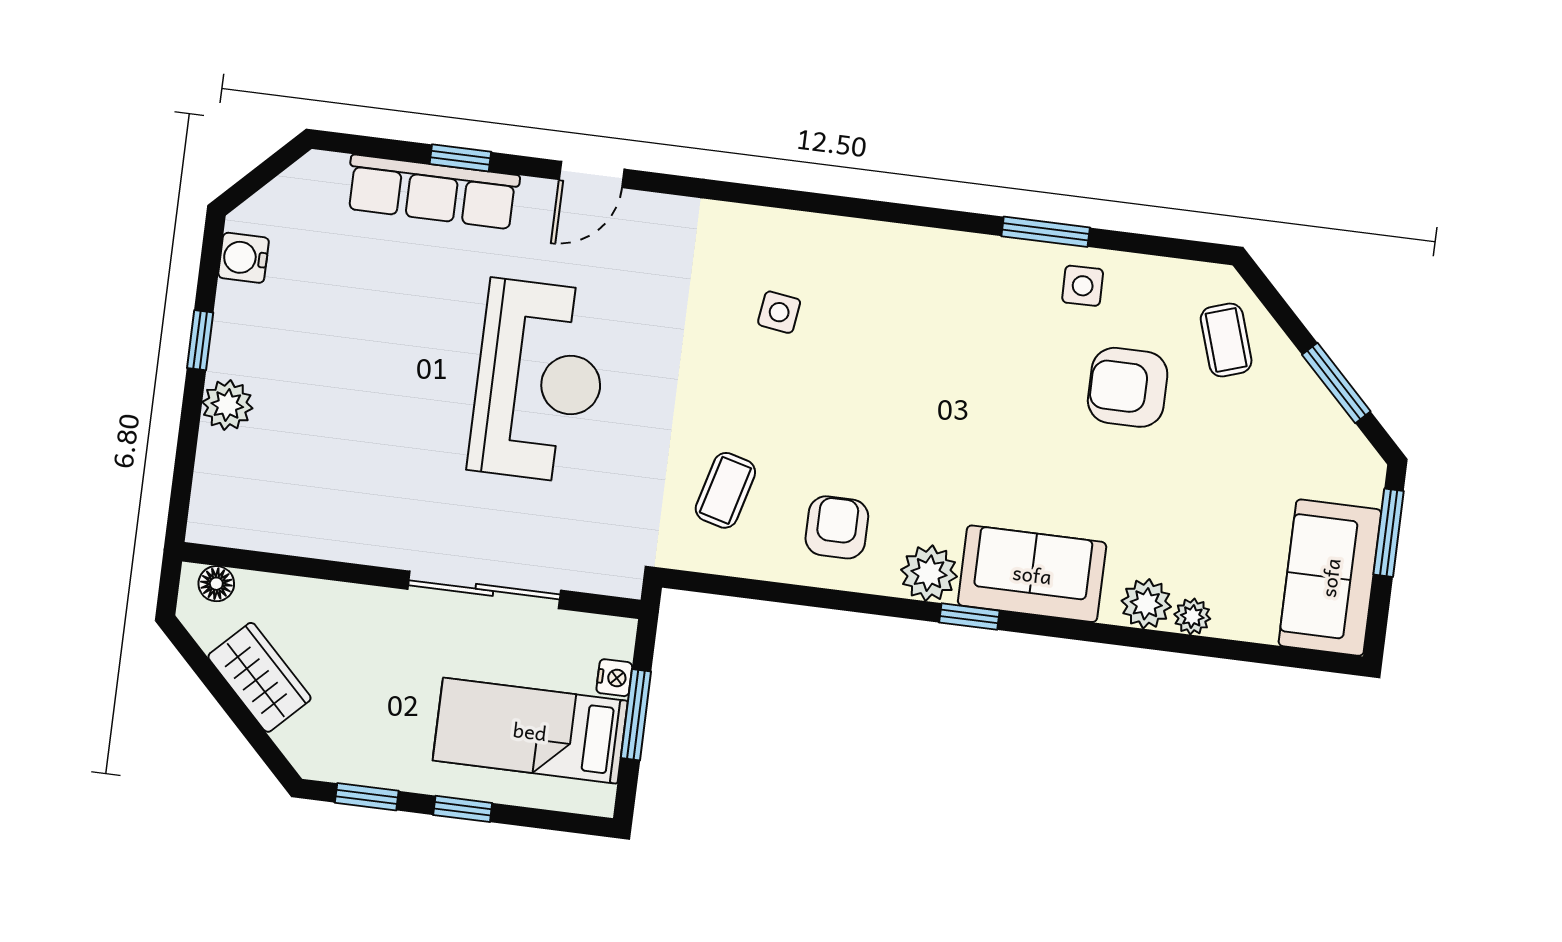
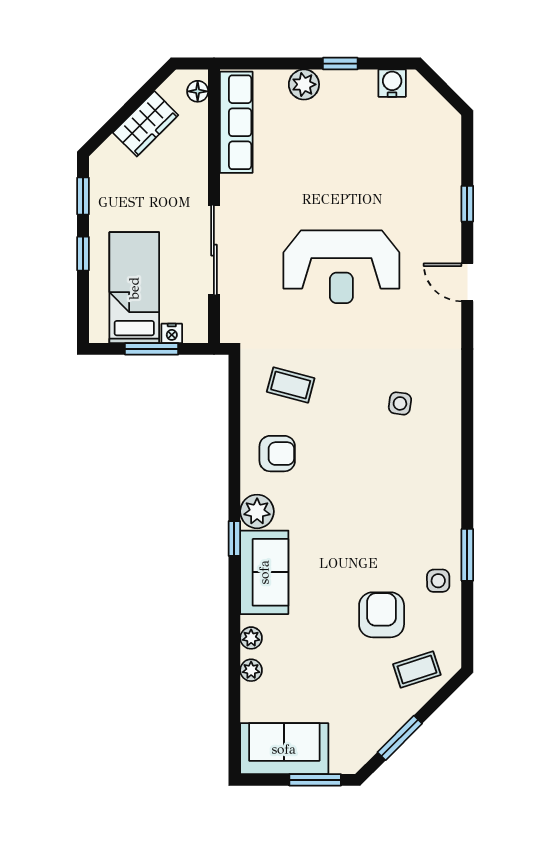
row of seats: (432, 192) -> (236, 122), moved, turned 180
plant: (1146, 604) -> (251, 638), width x0.73, depth x0.73

